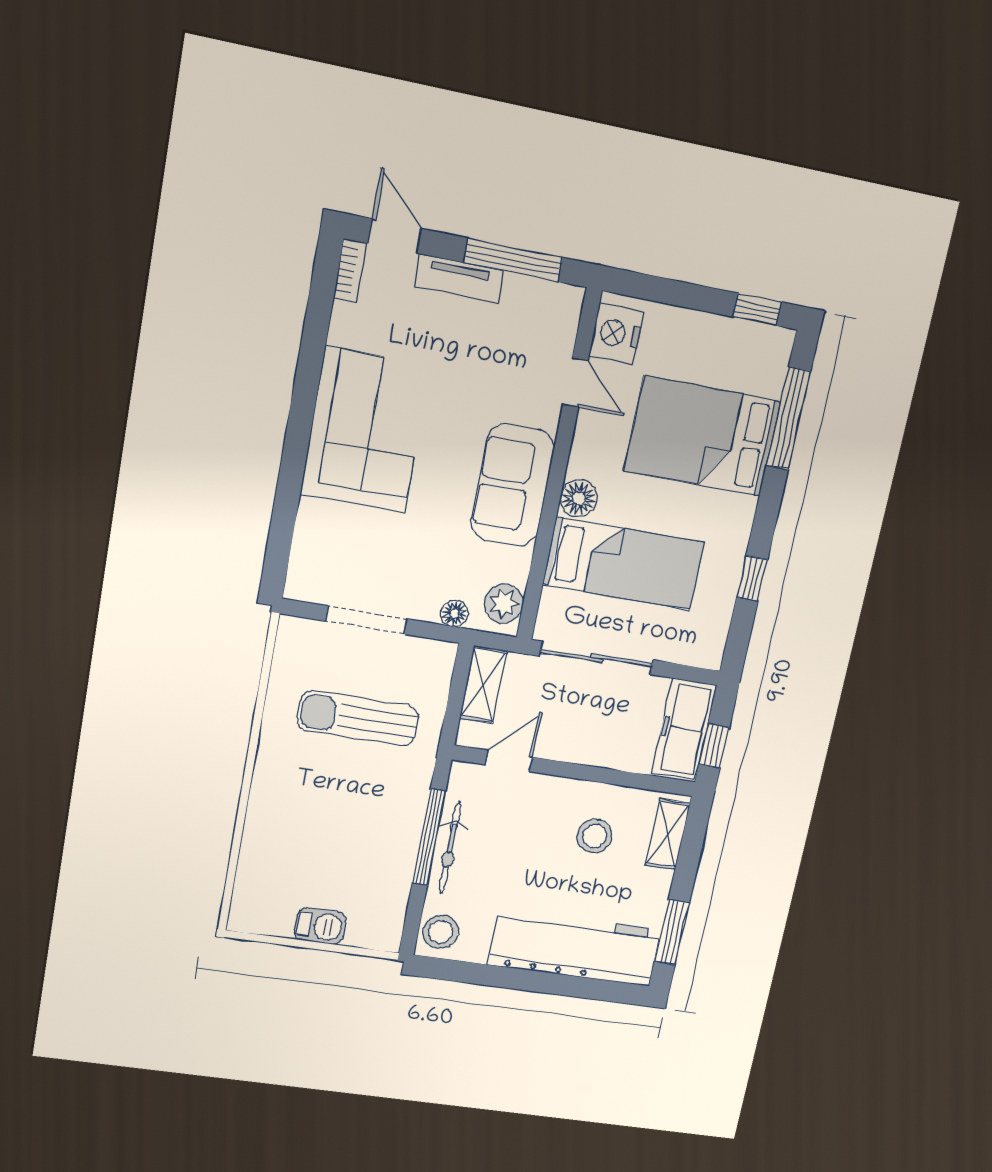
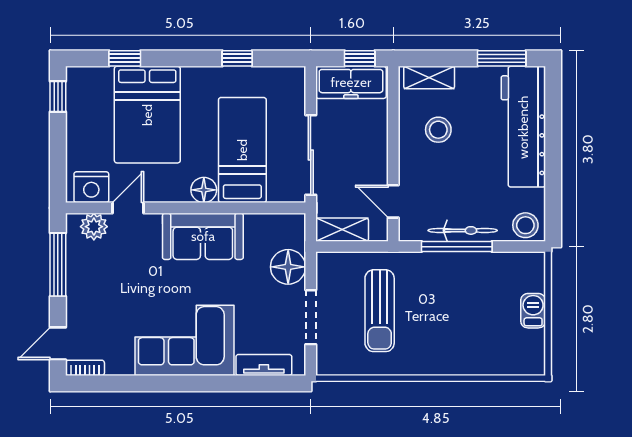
tv unit: (459, 278) -> (264, 365), moved, turned -90
window: (788, 418) -> (125, 58), width x0.46
plant: (504, 604) -> (94, 227), moved
floor lamp: (454, 614) -> (288, 267), width x1.89, depth x1.89

